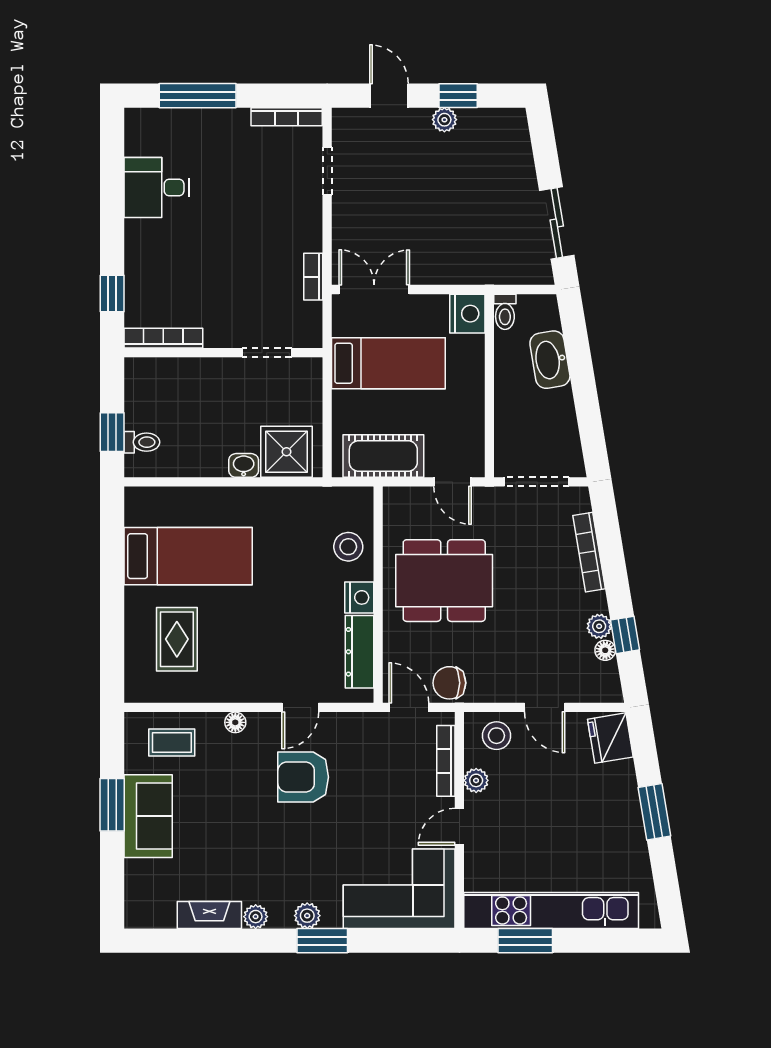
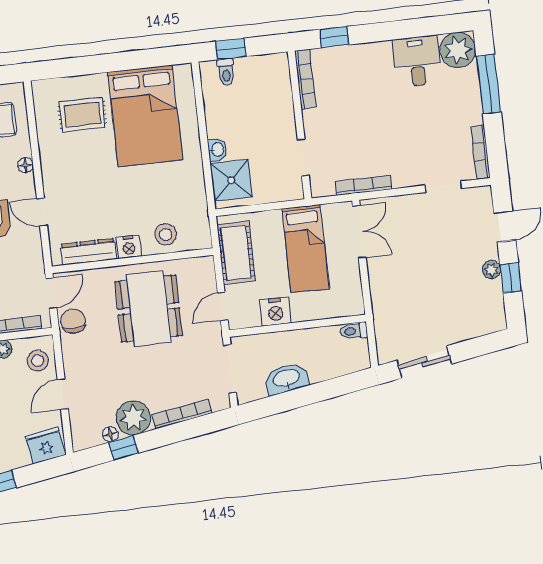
plant: (148, 131) -> (458, 50), added
bookcase: (313, 277) -> (364, 185), width x1.56
nightstand: (467, 314) -> (275, 312), moved
washbasin: (550, 360) -> (286, 379), moved
bed: (188, 556) -> (145, 116), width x1.50
plant: (599, 626) -> (133, 418), width x1.88, depth x1.88

